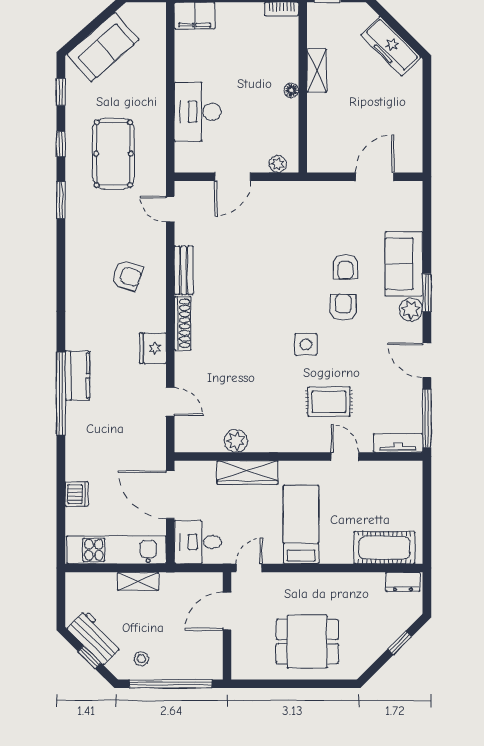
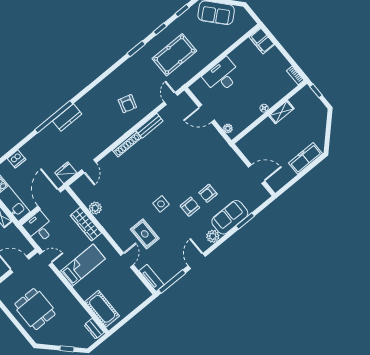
freezer: (391, 46) -> (305, 158), moved, turned 45
window: (427, 293) -> (245, 221), moved
fridge: (153, 348) -> (66, 173), moved

